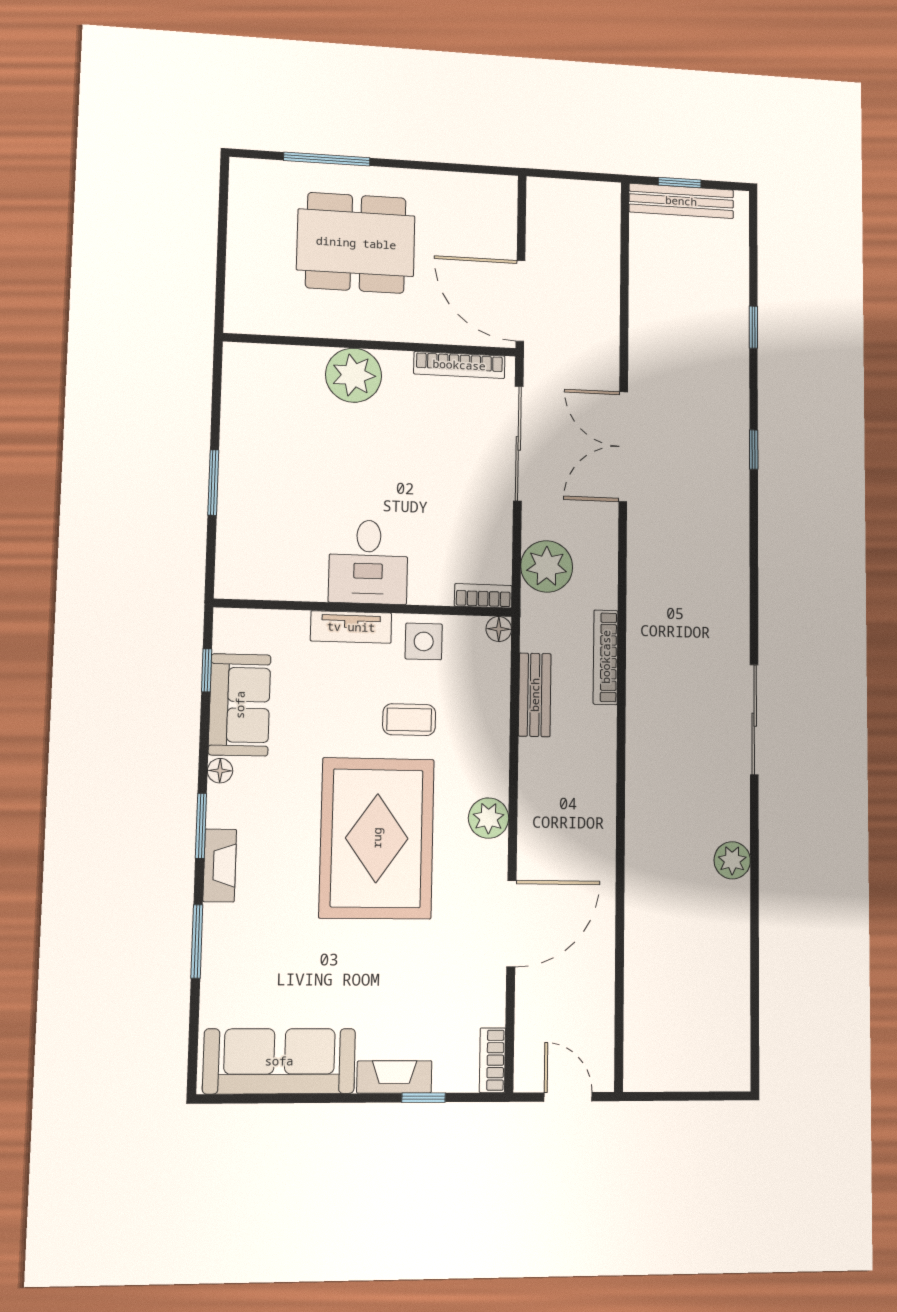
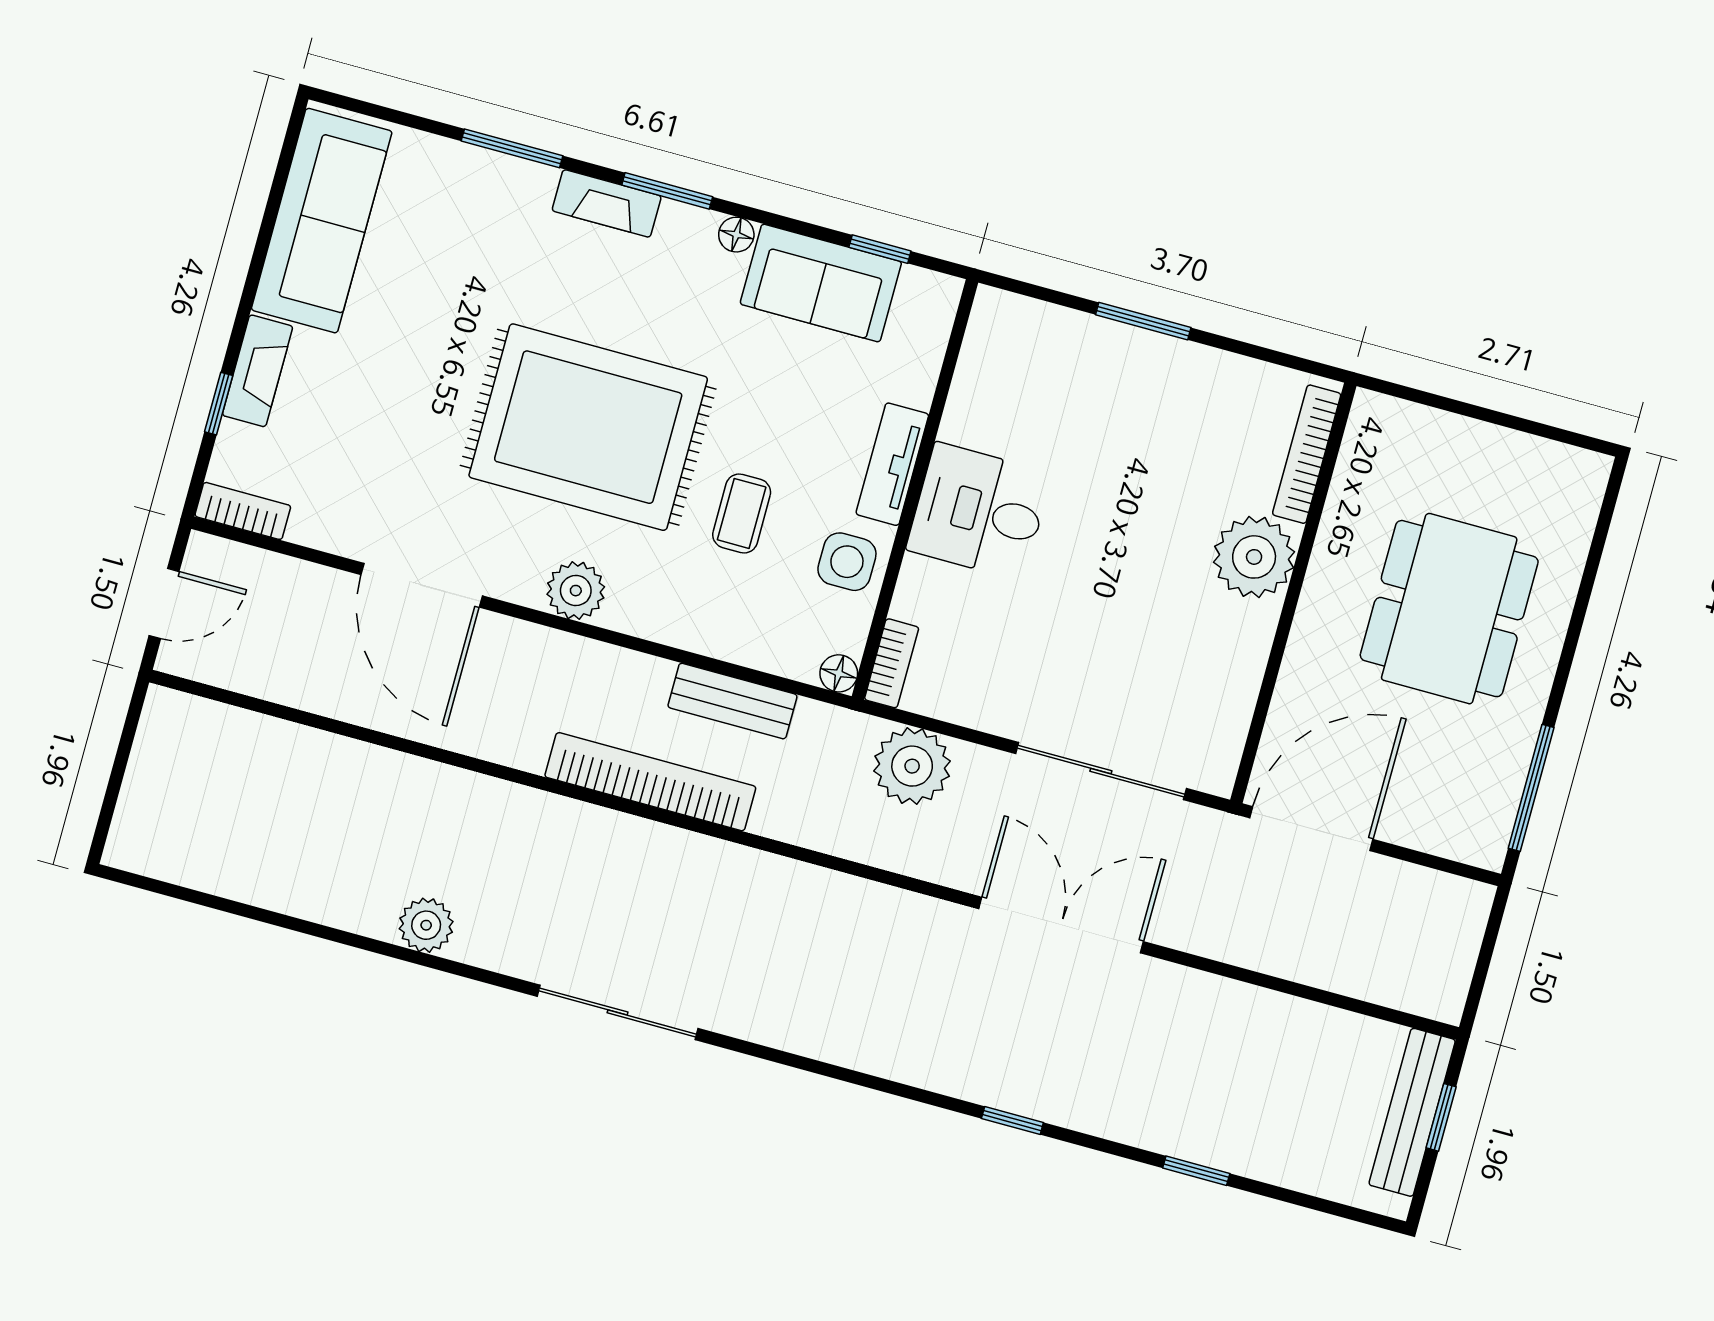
window: (327, 159) -> (1531, 788), moved
bookcase: (459, 365) -> (1307, 454), moved
bookcase: (606, 657) -> (650, 782), moved, width x1.48, depth x1.31

